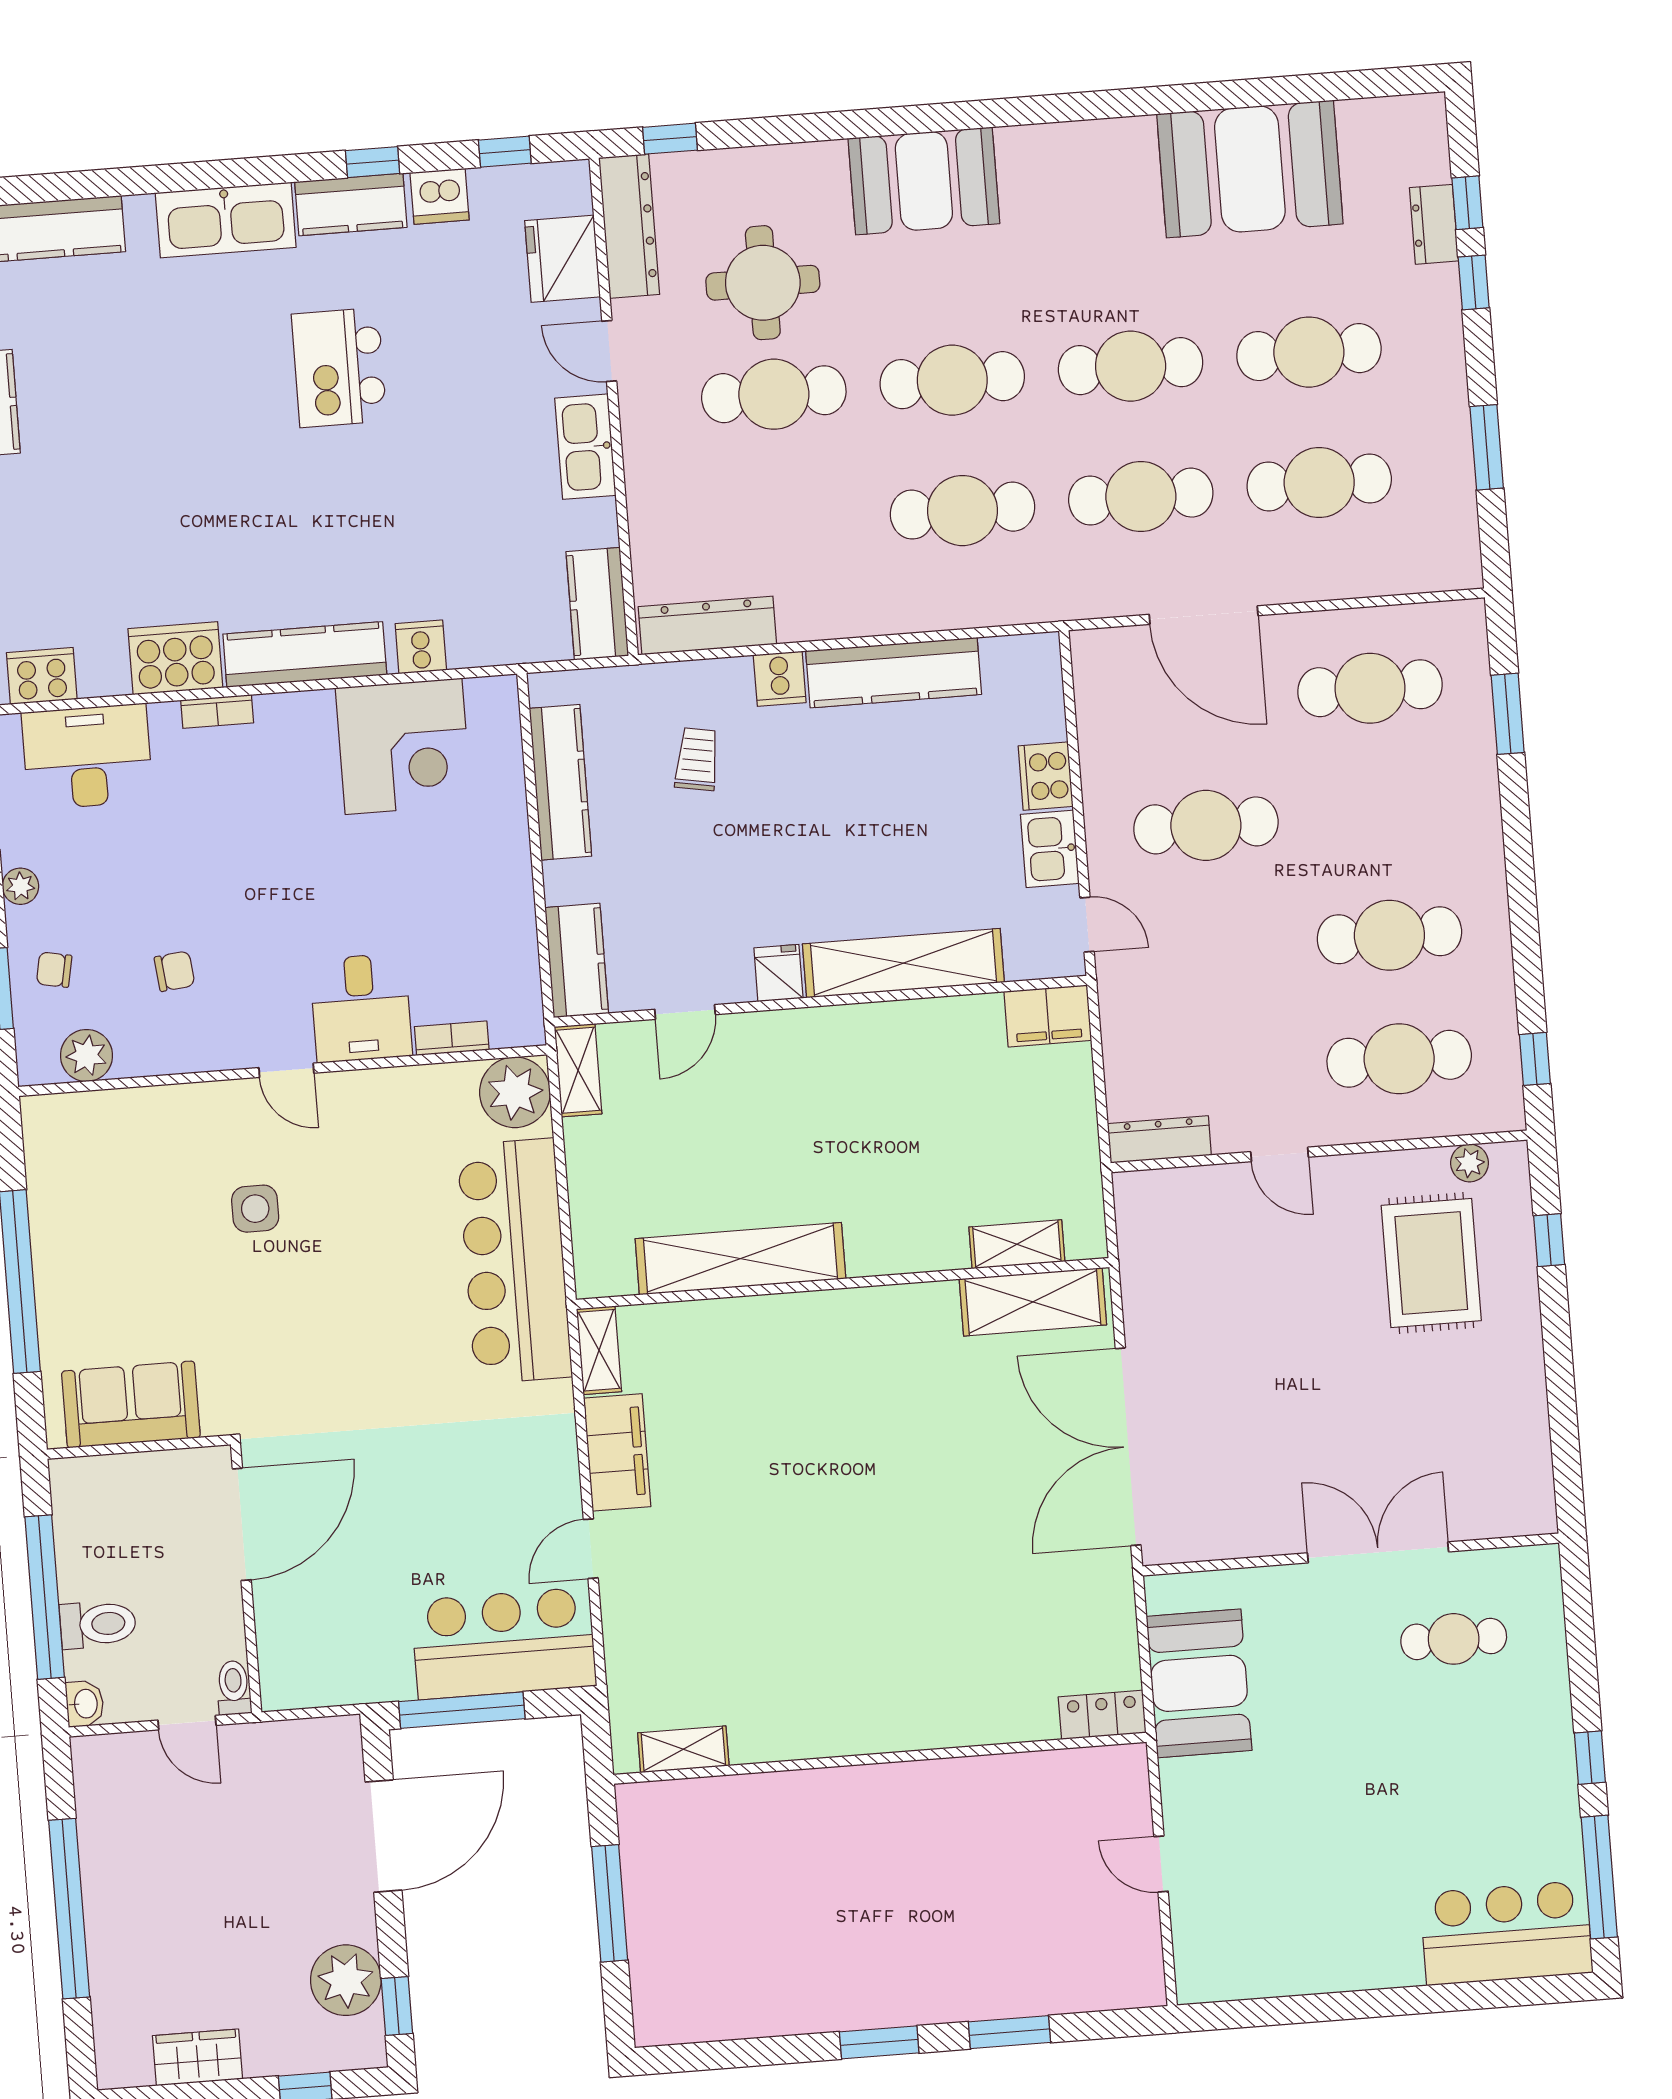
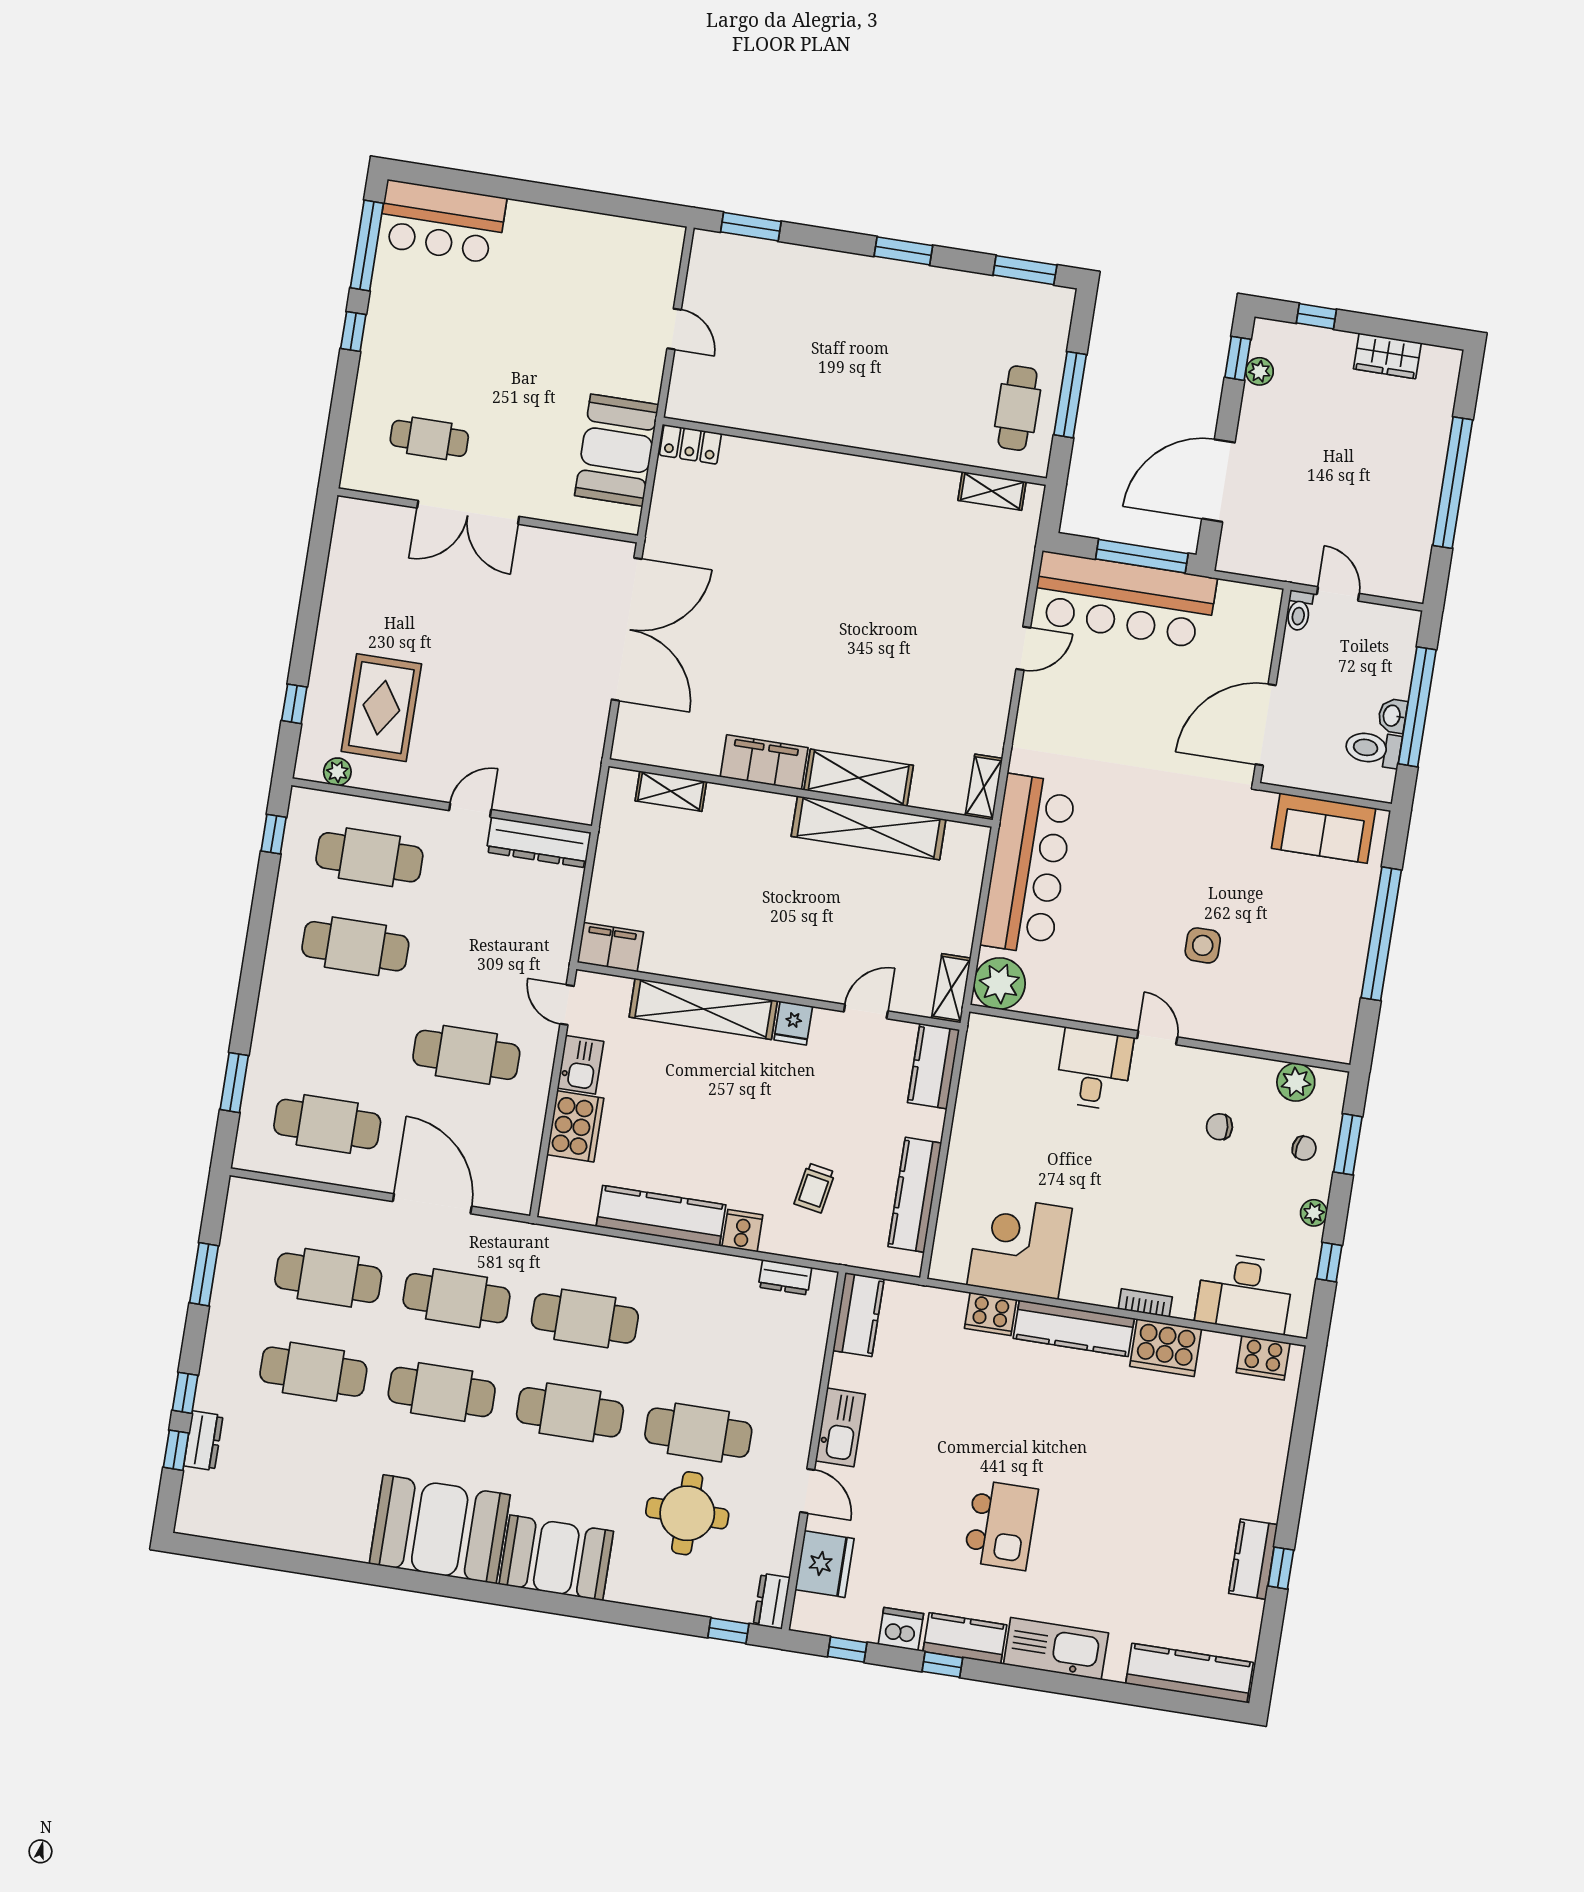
booth: (1250, 169) -> (440, 1529), moved
dresser: (629, 226) -> (772, 1601), width x0.51, depth x0.80
dresser: (707, 625) -> (785, 1277), width x0.51, depth x0.80
cooker: (421, 647) -> (990, 1314), width x1.36
cooker: (1046, 776) -> (575, 1126), width x1.37, depth x1.31
bookcase: (452, 1038) -> (1035, 1032), removed
dresser: (1159, 1139) -> (539, 842), width x1.37, depth x1.24
door: (1280, 1154) -> (470, 810), hinge flipped
shelving: (1033, 1302) -> (859, 778), moved
filing cabinet: (617, 1452) -> (764, 762), moved, turned 90
toilet: (98, 1624) -> (1373, 749), moved
bar counter: (504, 1643) -> (1124, 600), width x1.36
washbasin: (85, 1704) -> (1393, 716), moved
cafe table: (676, 1868) -> (1018, 408), added
plant: (346, 1980) -> (1260, 371), width x0.53, depth x0.53
window: (1009, 2032) -> (751, 227), moved
window: (710, 2056) -> (1025, 270), added

